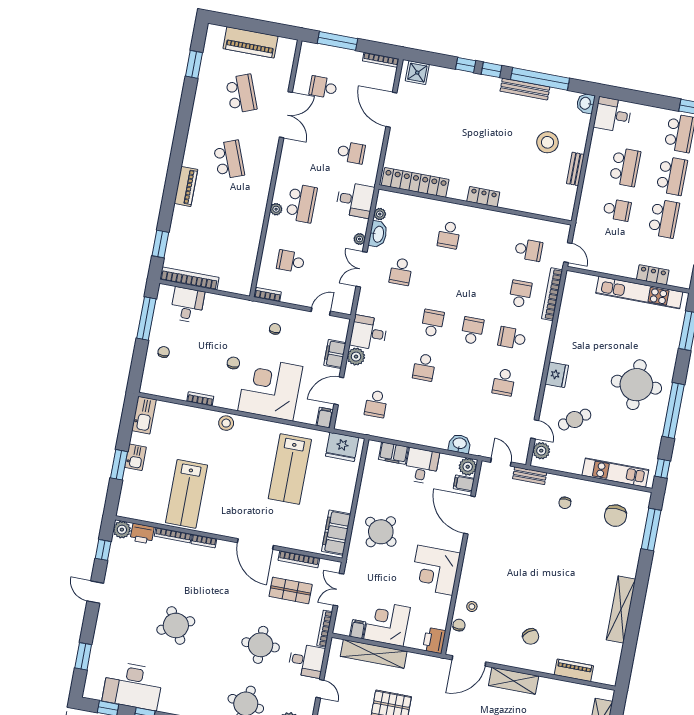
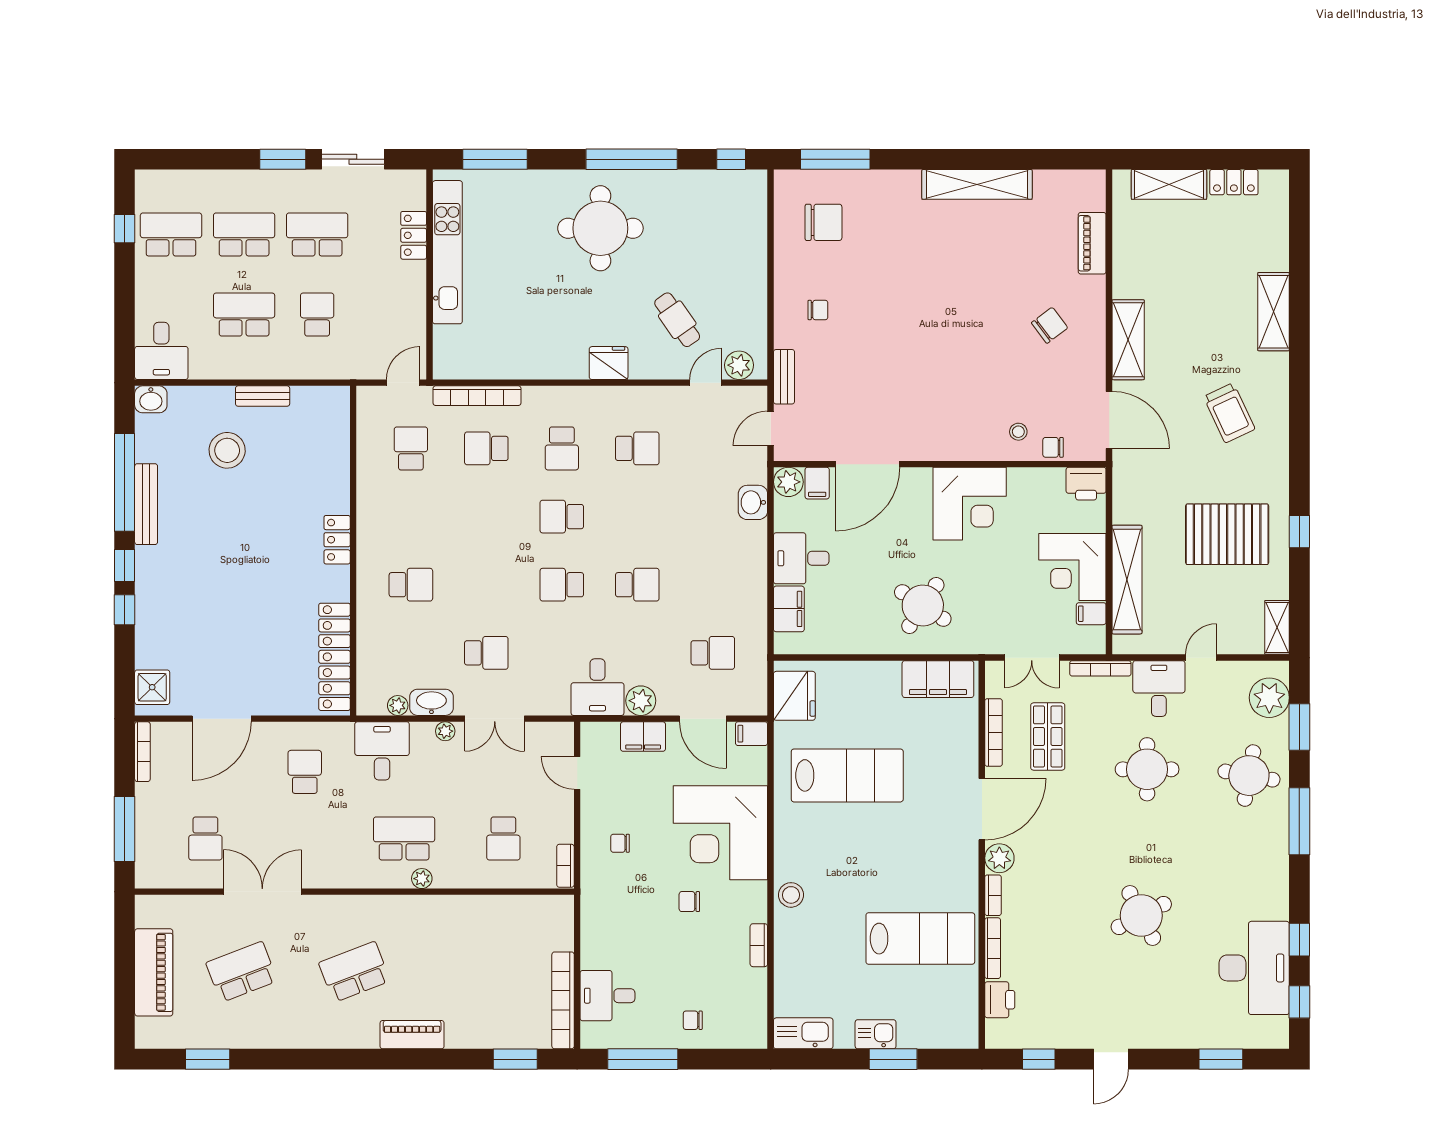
kitchen unit: (615, 473) -> (752, 236), removed
plant: (122, 530) -> (999, 858), moved

